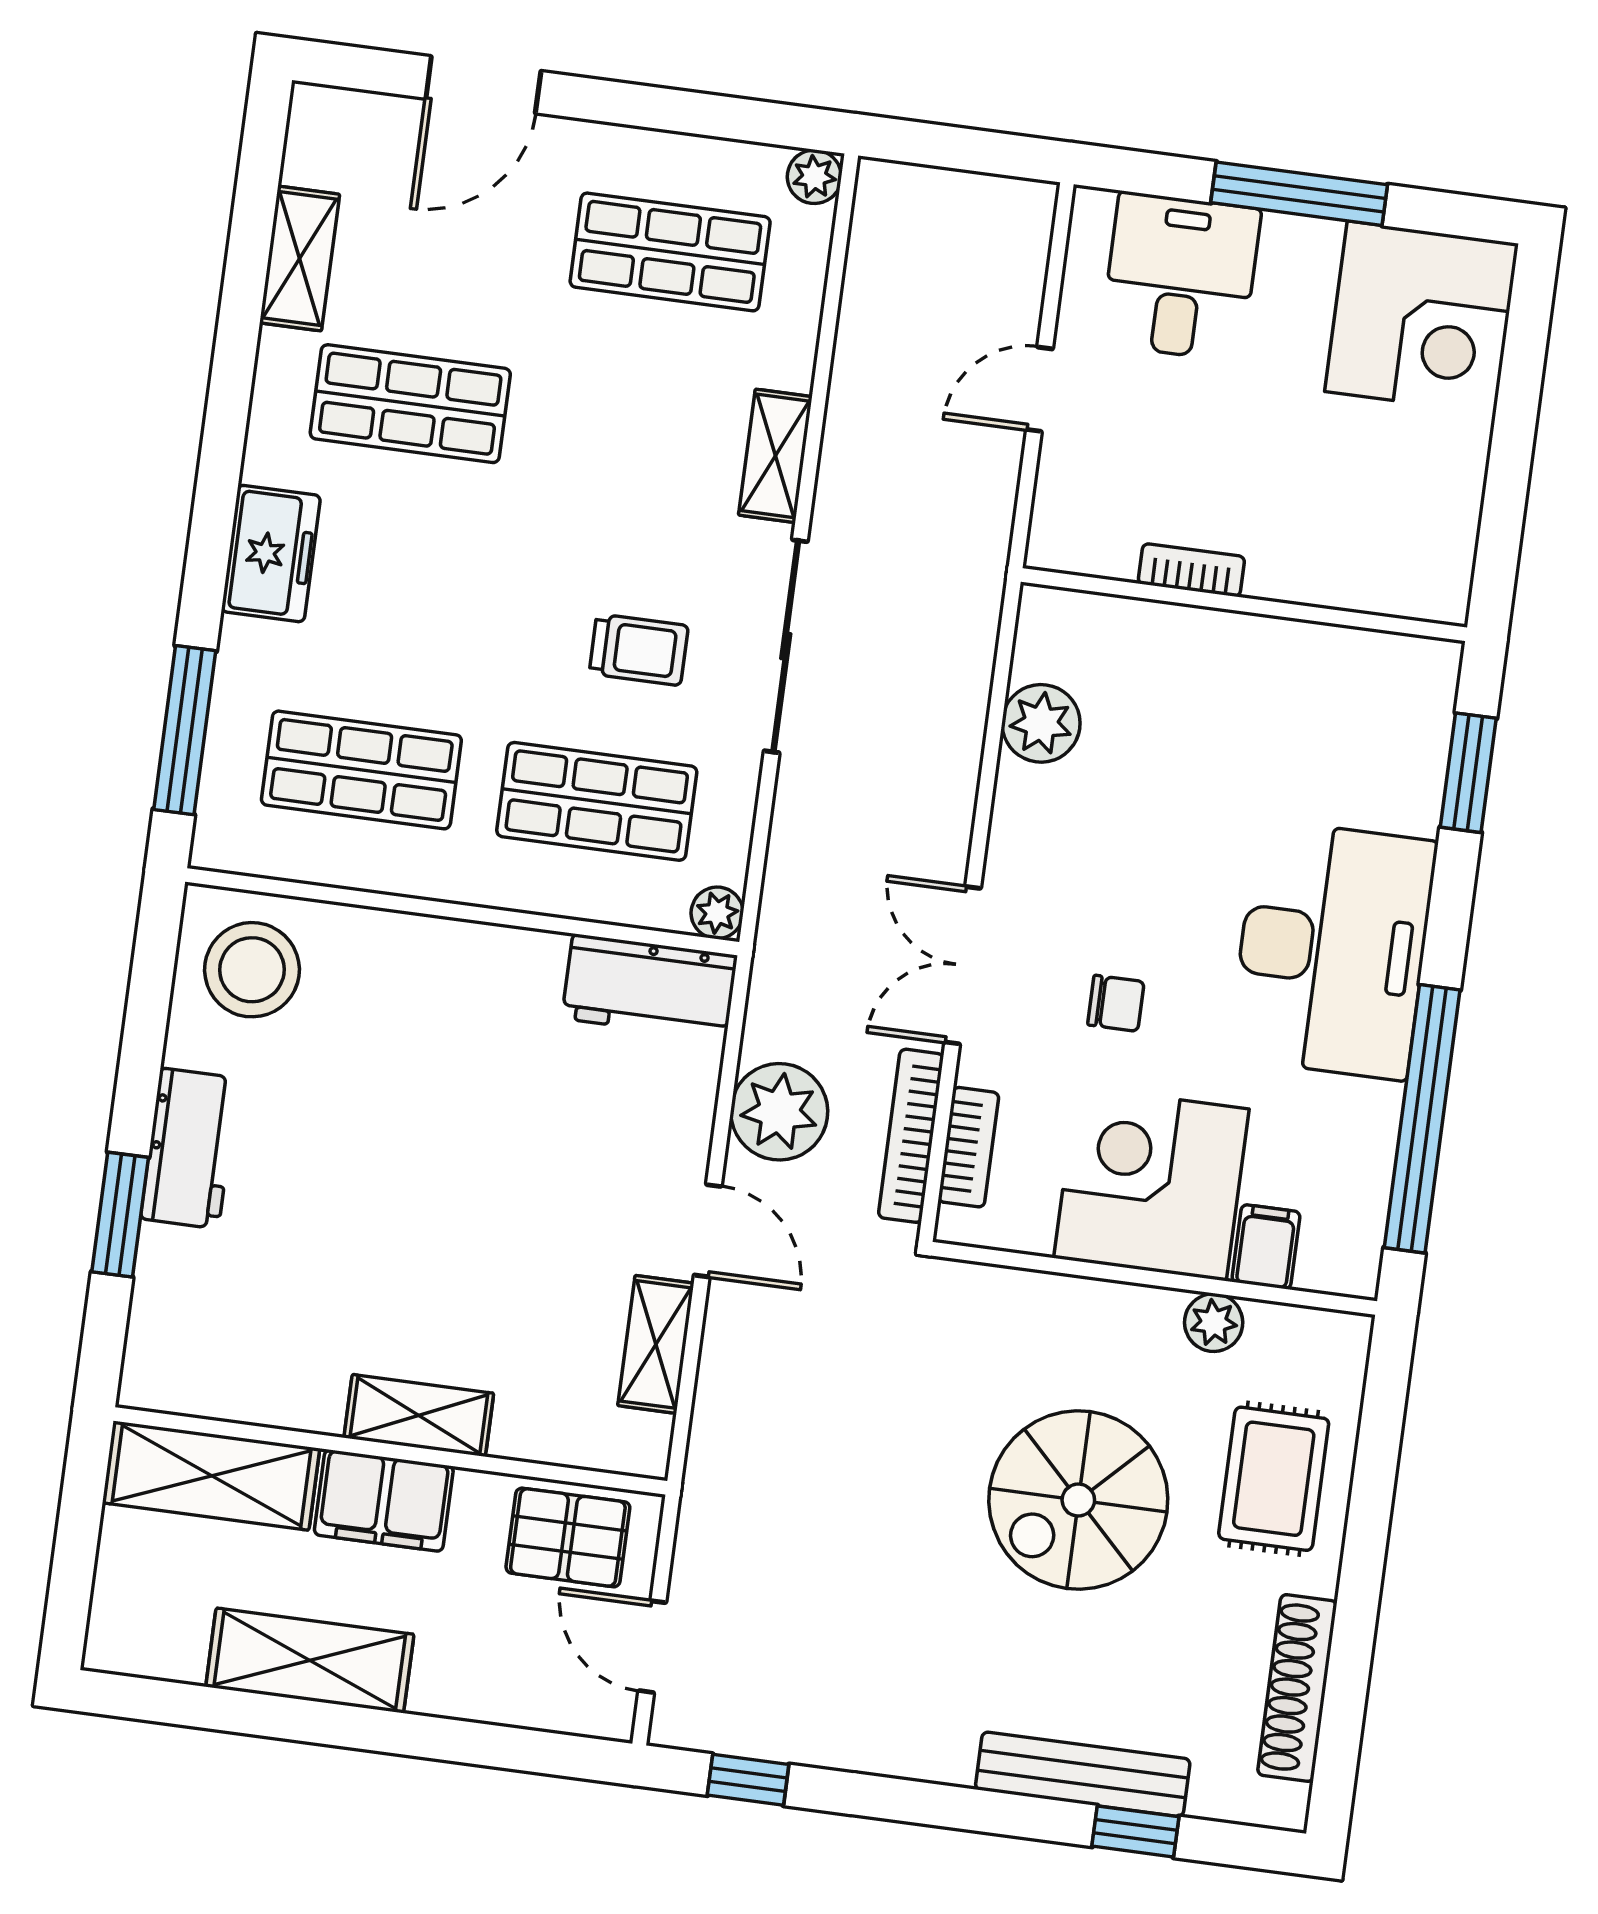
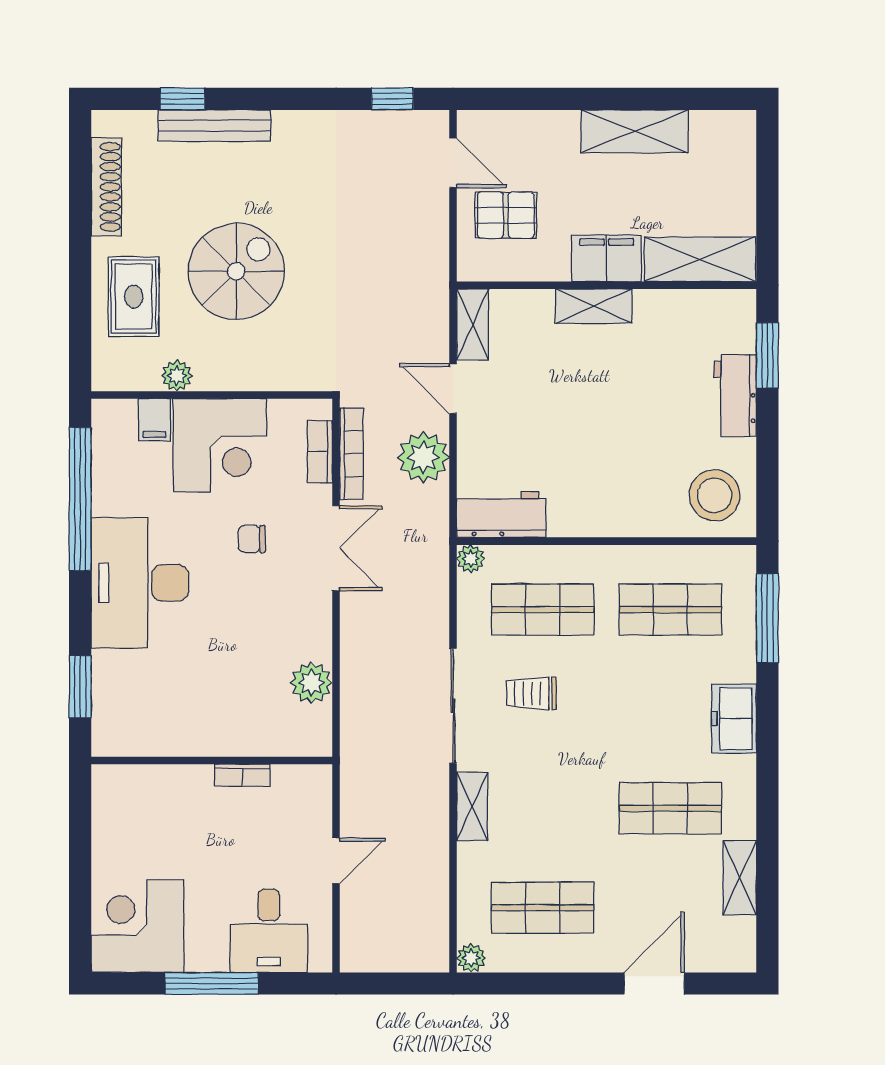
shelving: (419, 1415) -> (594, 306), moved
wall: (390, 1451) -> (607, 285), moved
shelving: (212, 1476) -> (700, 259), moved
filing cabinet: (384, 1500) -> (607, 258), moved

